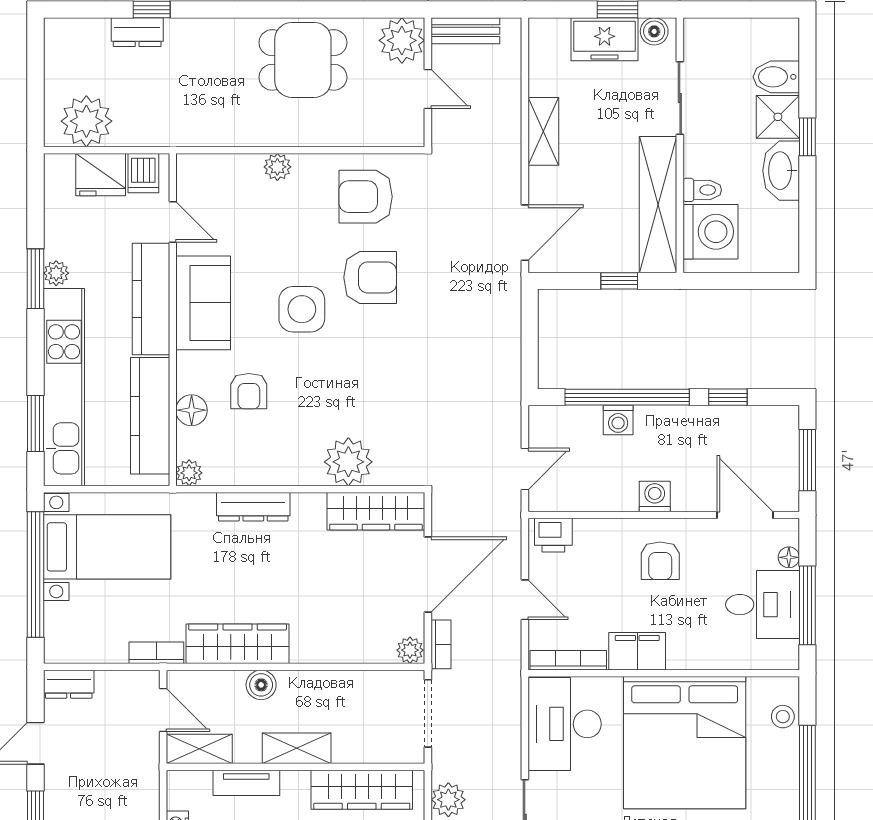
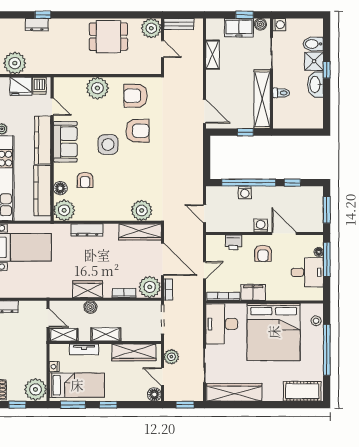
shelving: (543, 131) -> (212, 55), moved
plant: (277, 167) -> (97, 88), width x1.88, depth x1.88
washing machine: (710, 232) -> (279, 25), moved, width x0.53, depth x0.53
door: (525, 233) -> (204, 111), hinge flipped
plant: (348, 462) -> (142, 210), moved
door: (525, 469) -> (204, 214), swing flipped
plant: (189, 473) -> (64, 210), width x1.87, depth x1.87
door: (745, 515) -> (284, 234), moved
printer: (553, 535) -> (233, 242), moved
door: (428, 575) -> (163, 259), hinge flipped
door: (525, 600) -> (204, 270), hinge flipped
window: (807, 605) -> (327, 259), moved
wardrobe: (238, 644) -> (88, 289), width x0.67
plant: (410, 650) -> (150, 287), width x1.87, depth x1.87
bookcase: (156, 653) -> (124, 293), moved

